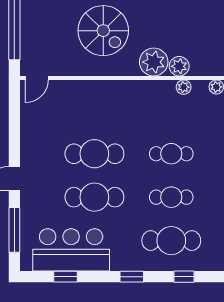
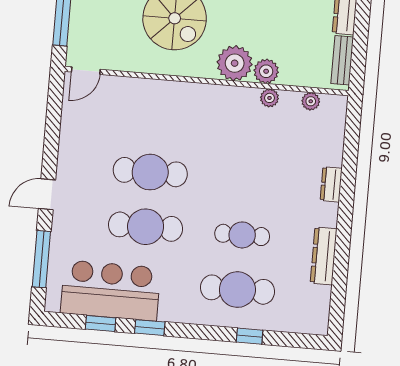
cafe table: (171, 154) -> (247, 180), removed
window: (132, 277) -> (150, 328), moved

